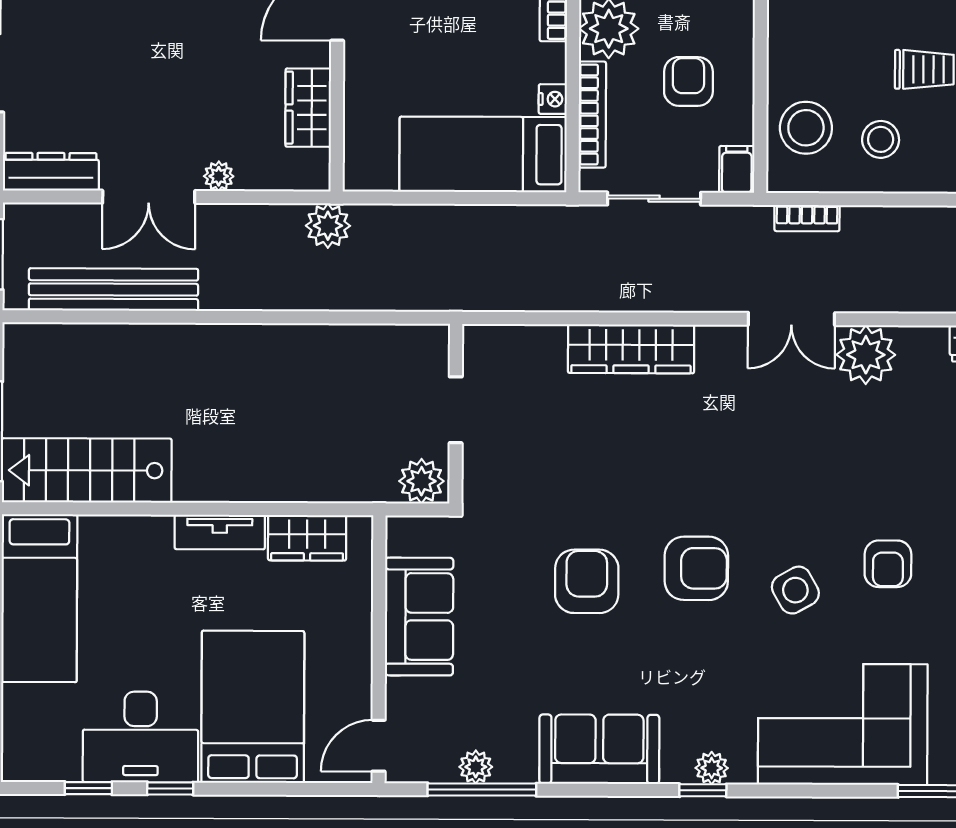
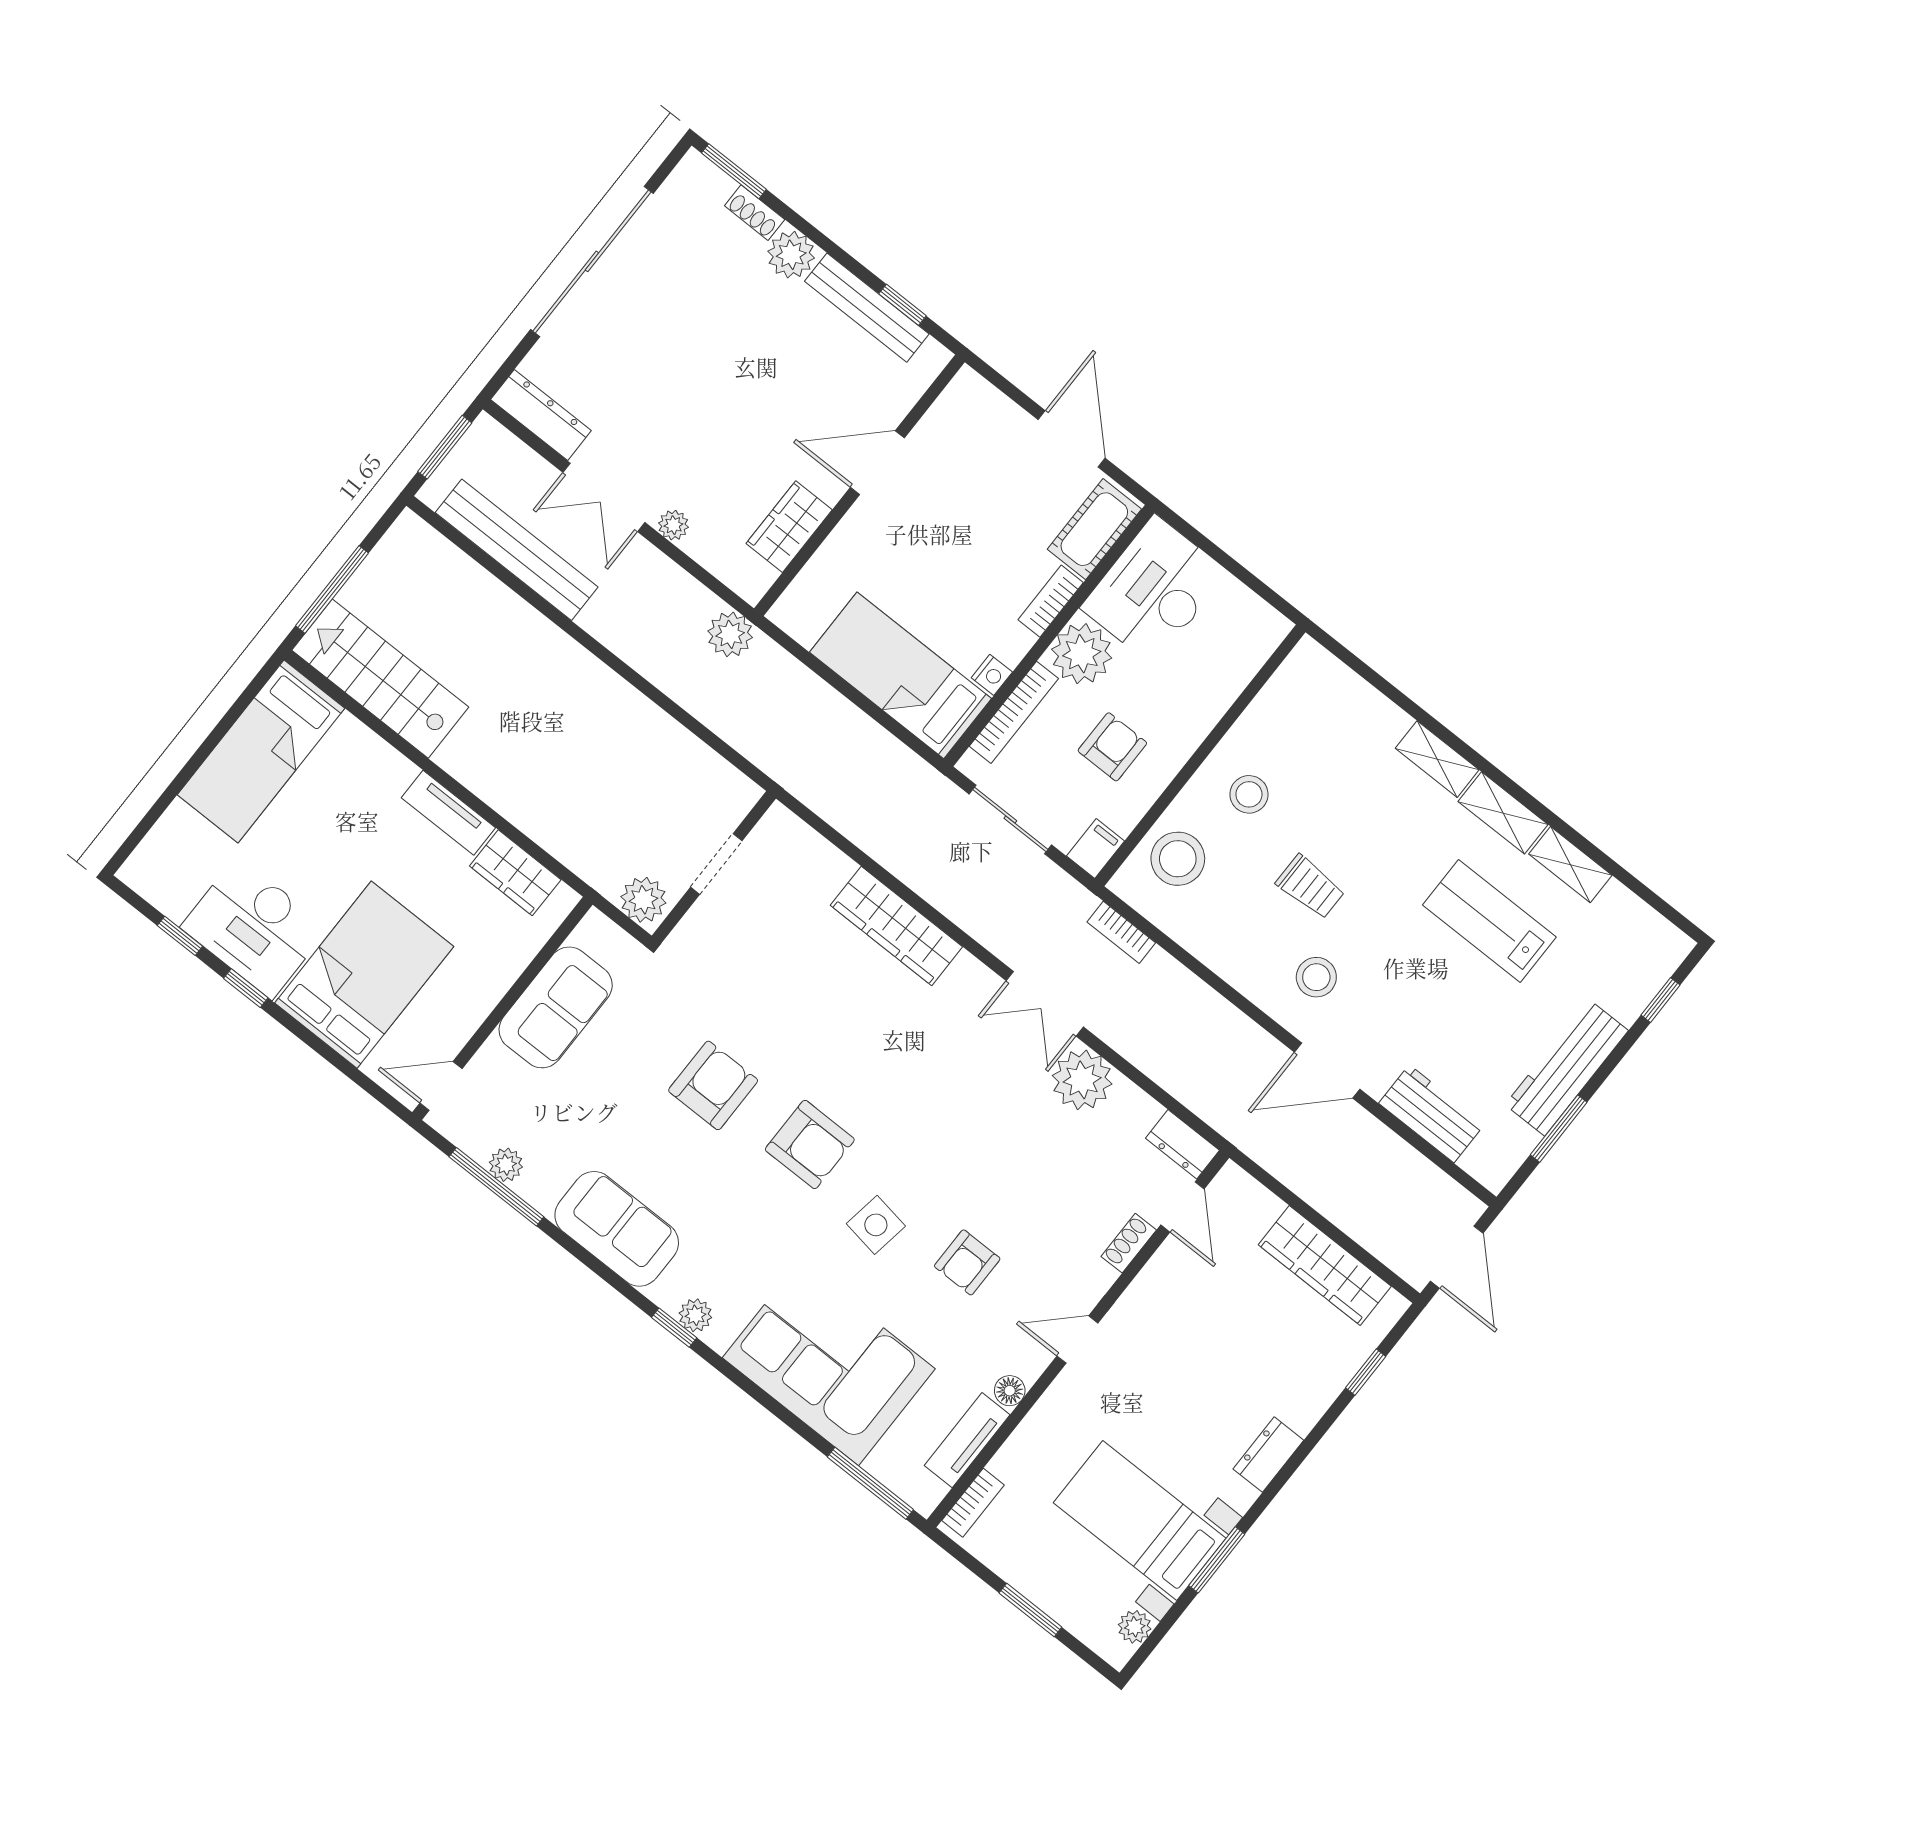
stool: (881, 139) -> (1249, 794), moved
side table: (795, 590) -> (876, 1225), turned 38

